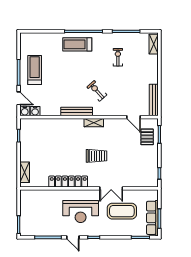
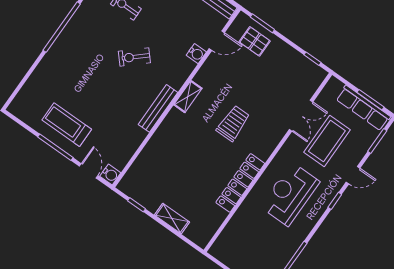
treadmill: (77, 44) -> (73, 47), removed
exercise bike: (97, 91) -> (134, 57), moved
door: (19, 98) -> (89, 171), hinge flipped
water cooler: (35, 111) -> (196, 54), moved
shelving: (25, 172) -> (172, 218), moved
double door: (111, 188) -> (301, 116), moved
reception desk: (81, 212) -> (290, 194), turned 180
door: (73, 237) -> (353, 175), moved

